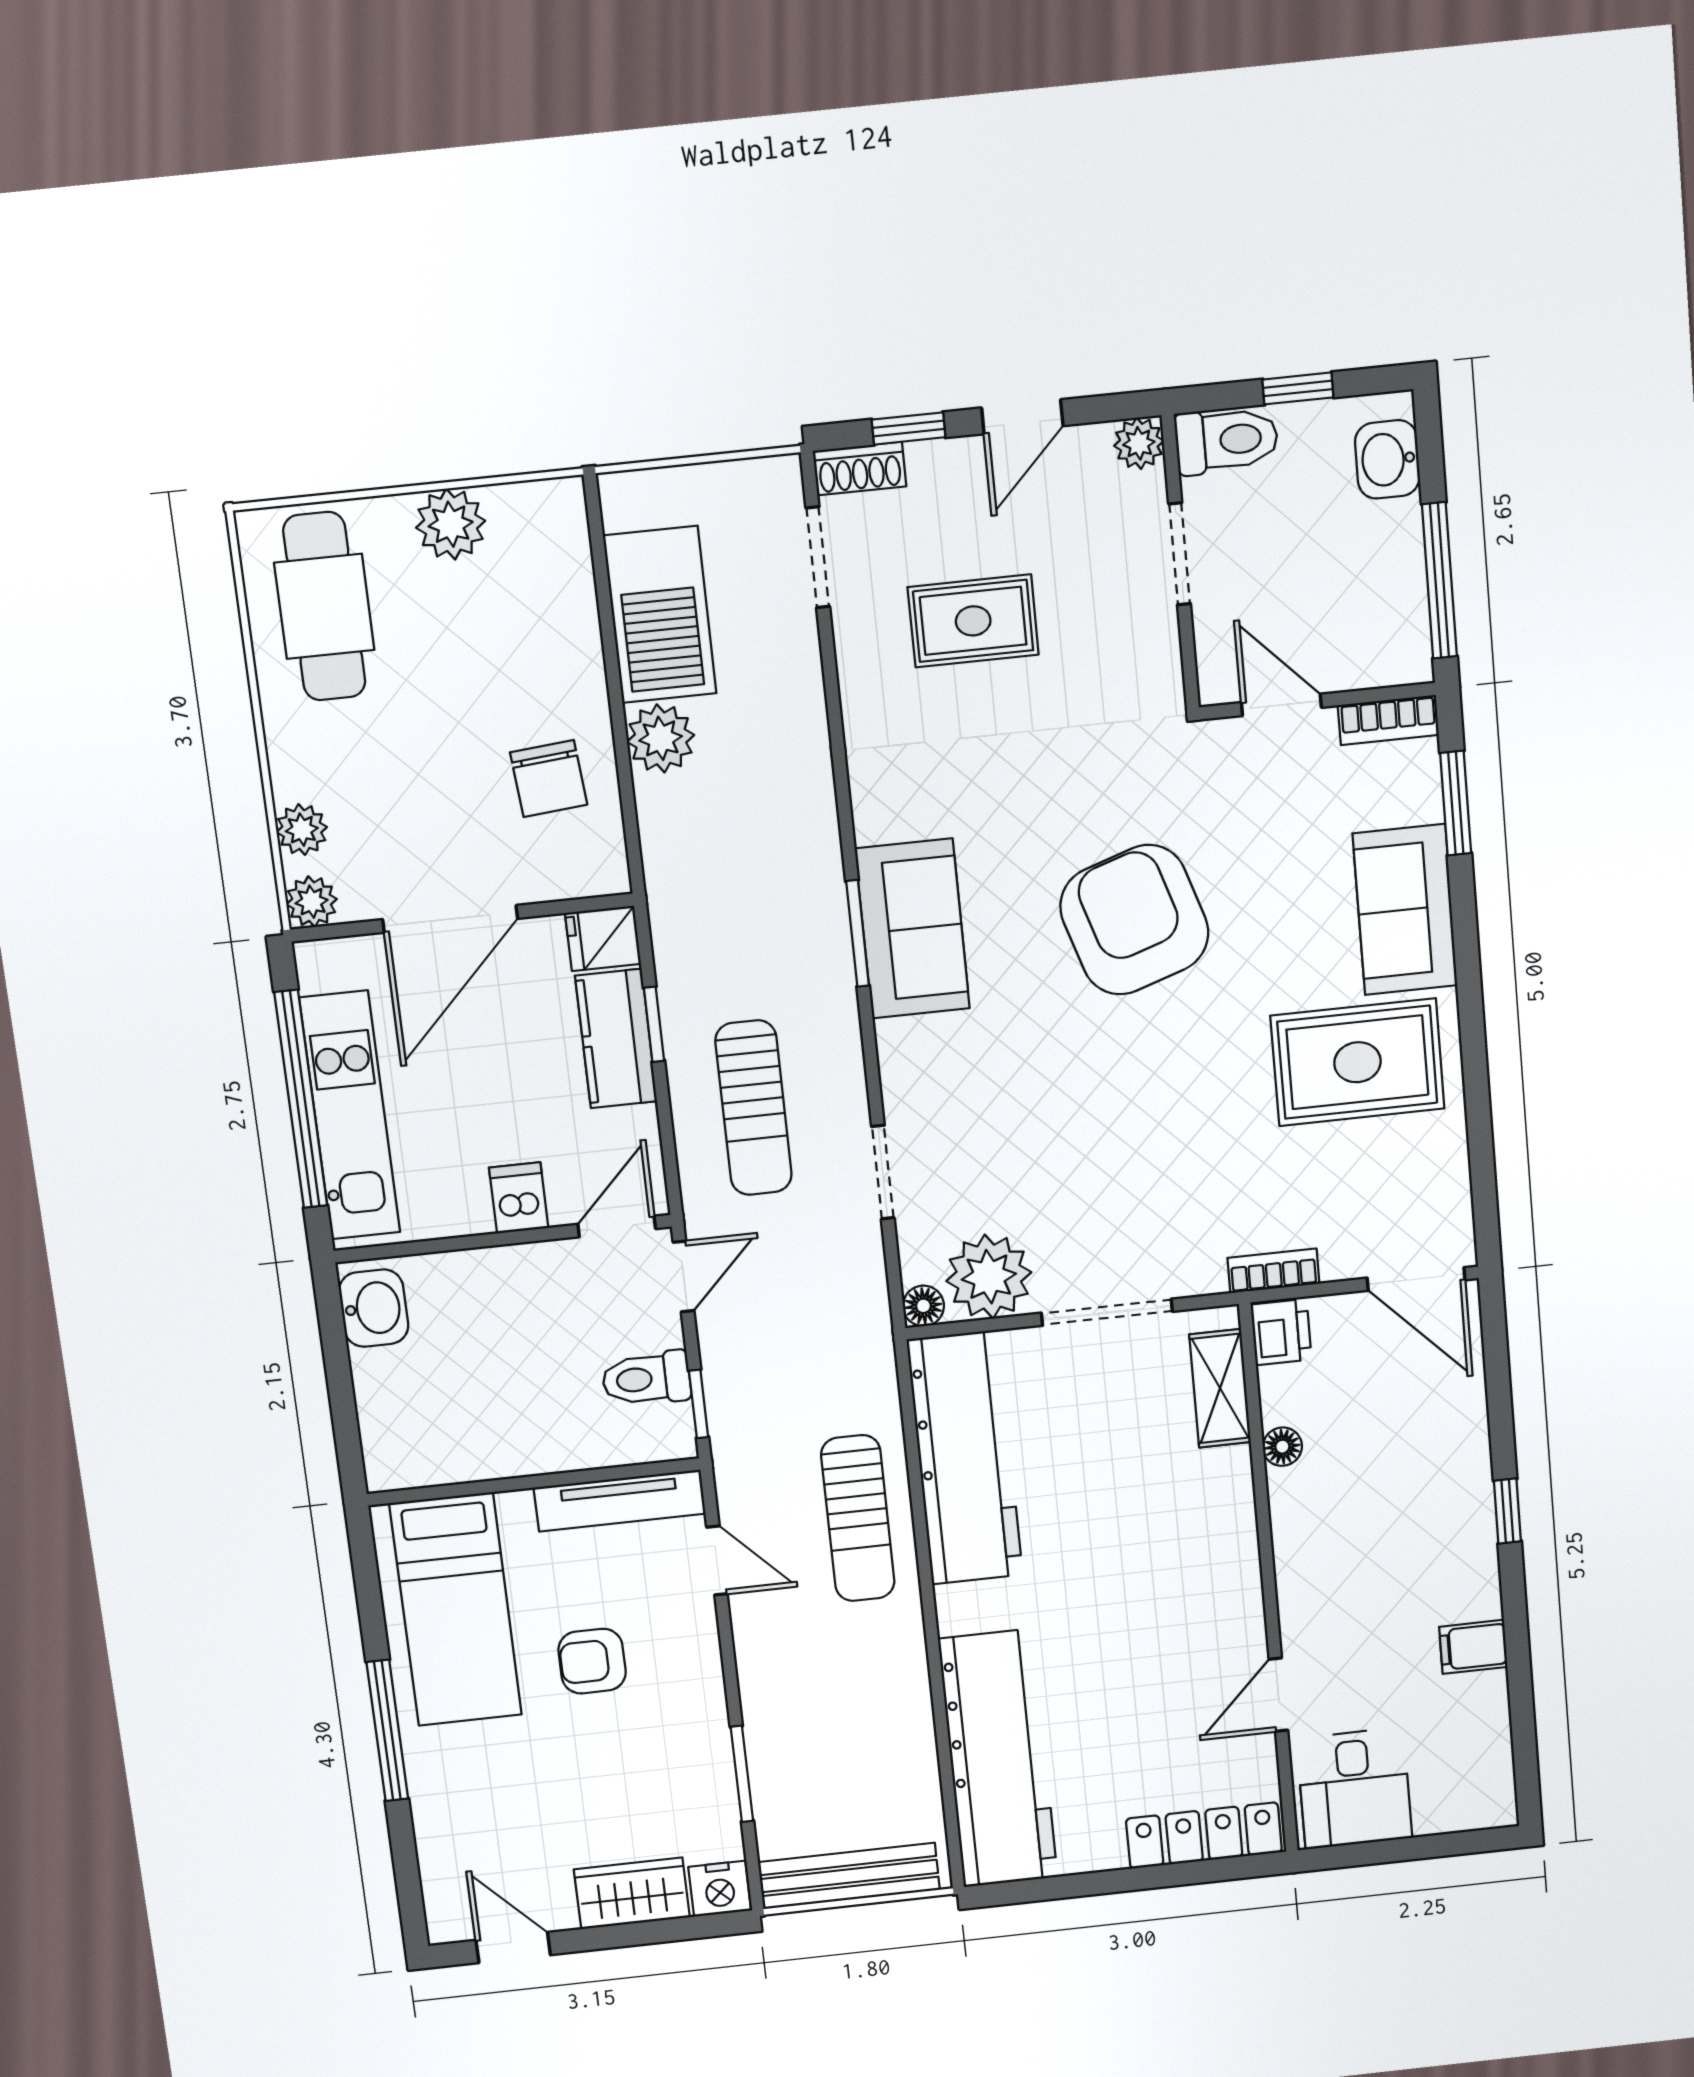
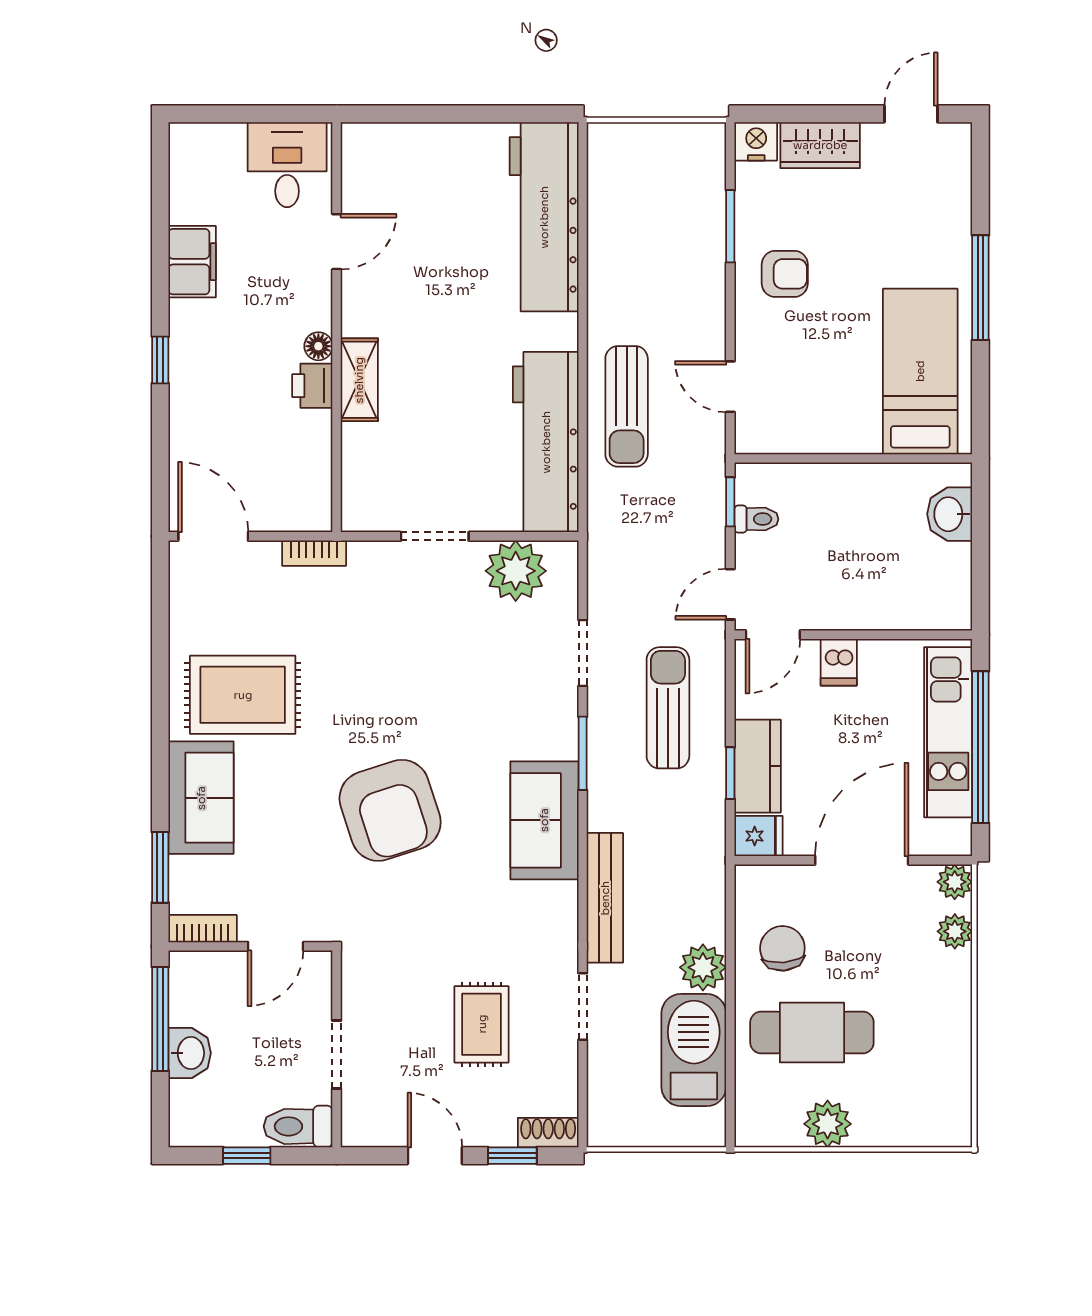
door: (1022, 417) -> (435, 1156), hinge flipped
plant: (1139, 443) -> (358, 1130), removed
washbasin: (1387, 459) -> (190, 1053), moved
doorway: (818, 557) -> (583, 1007), moved
cafe table: (324, 606) -> (812, 1032), moved, turned 90
rug: (973, 621) -> (482, 1024), turned 90
door: (1281, 705) -> (276, 946), hinge flipped
window: (858, 933) -> (583, 753), moved
floor lamp: (923, 1306) -> (564, 555), removed
washbasin: (374, 1308) -> (950, 514), moved
doorway: (1107, 1312) -> (435, 536), width x0.73
printer: (1281, 1332) -> (312, 386), moved
toilet: (646, 1379) -> (756, 519), width x0.73, depth x0.72
shelving: (1220, 1388) -> (359, 380), moved
floor lamp: (1282, 1447) -> (318, 346), moved
tv unit: (620, 1501) -> (794, 438), removed
sun lounger: (858, 1518) -> (627, 406), turned 180
filing cabinet: (1473, 1647) -> (192, 262), width x2.00
armchair: (592, 1661) -> (785, 274), moved
locker: (1204, 1835) -> (400, 141), removed
bench: (849, 1876) -> (605, 898), moved, turned 90
door: (513, 1948) -> (911, 114), swing flipped

